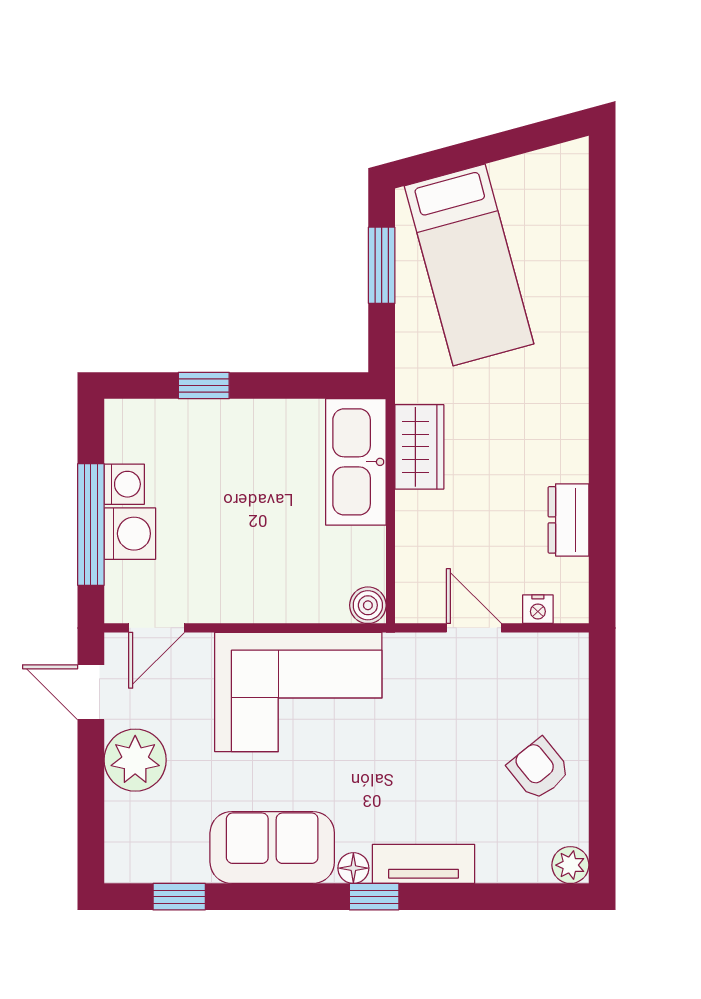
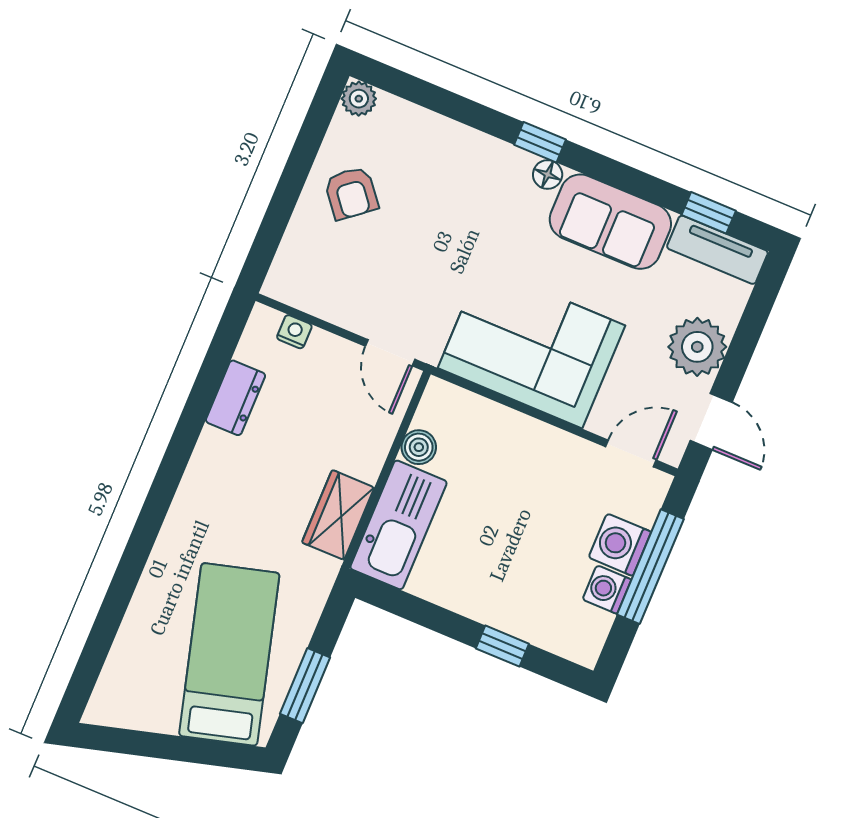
boiler: (368, 605) -> (419, 447), moved
door: (474, 628) -> (390, 353), moved
tv unit: (424, 864) -> (717, 250), moved

